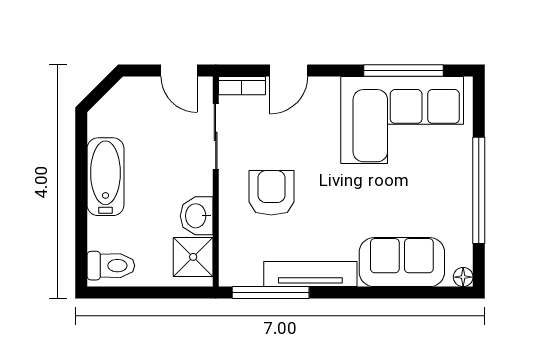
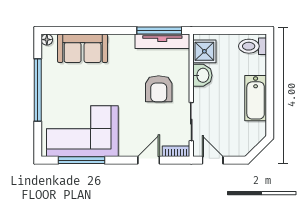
tv unit: (310, 274) -> (162, 41), moved

